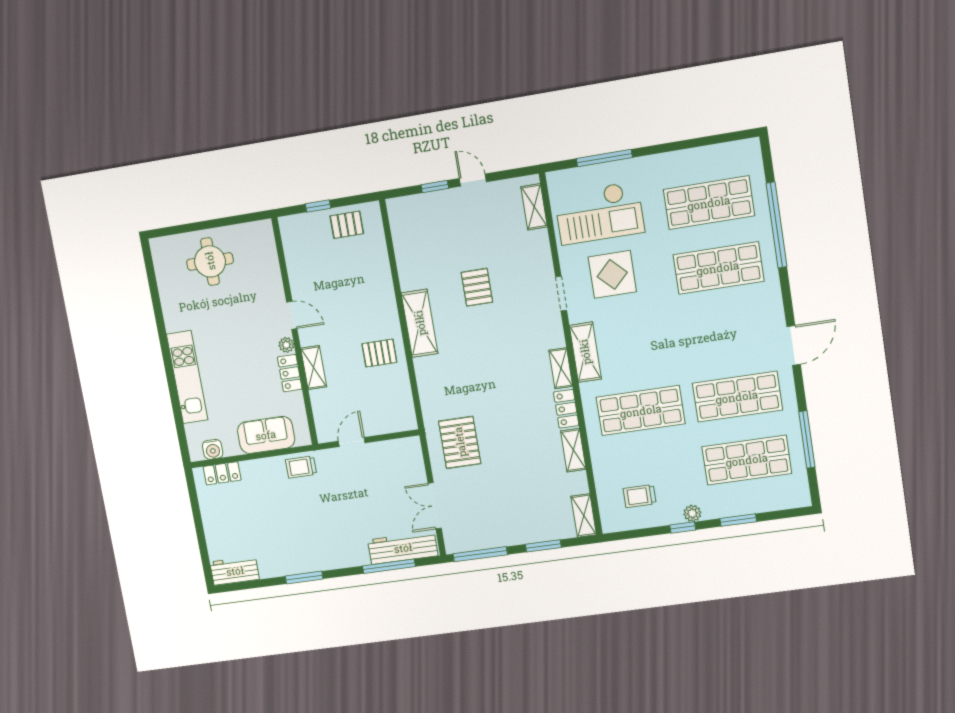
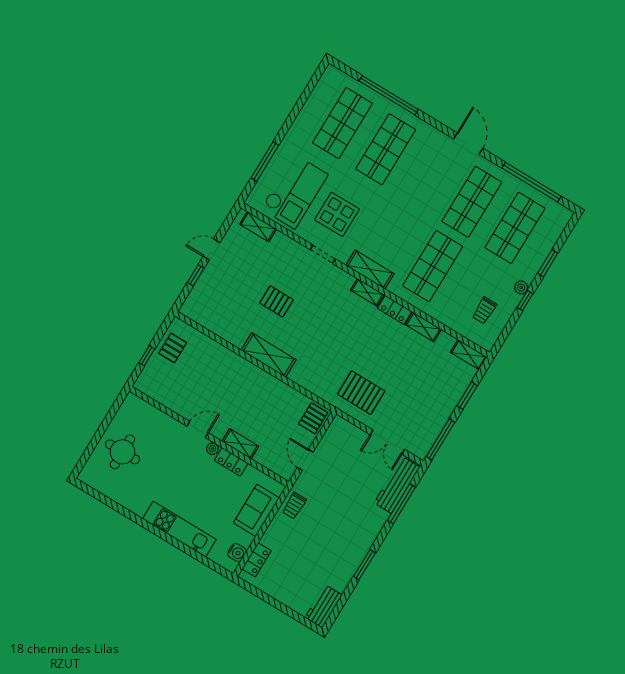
pallet: (379, 353) -> (313, 418), moved
window: (807, 439) -> (531, 182), width x1.46

